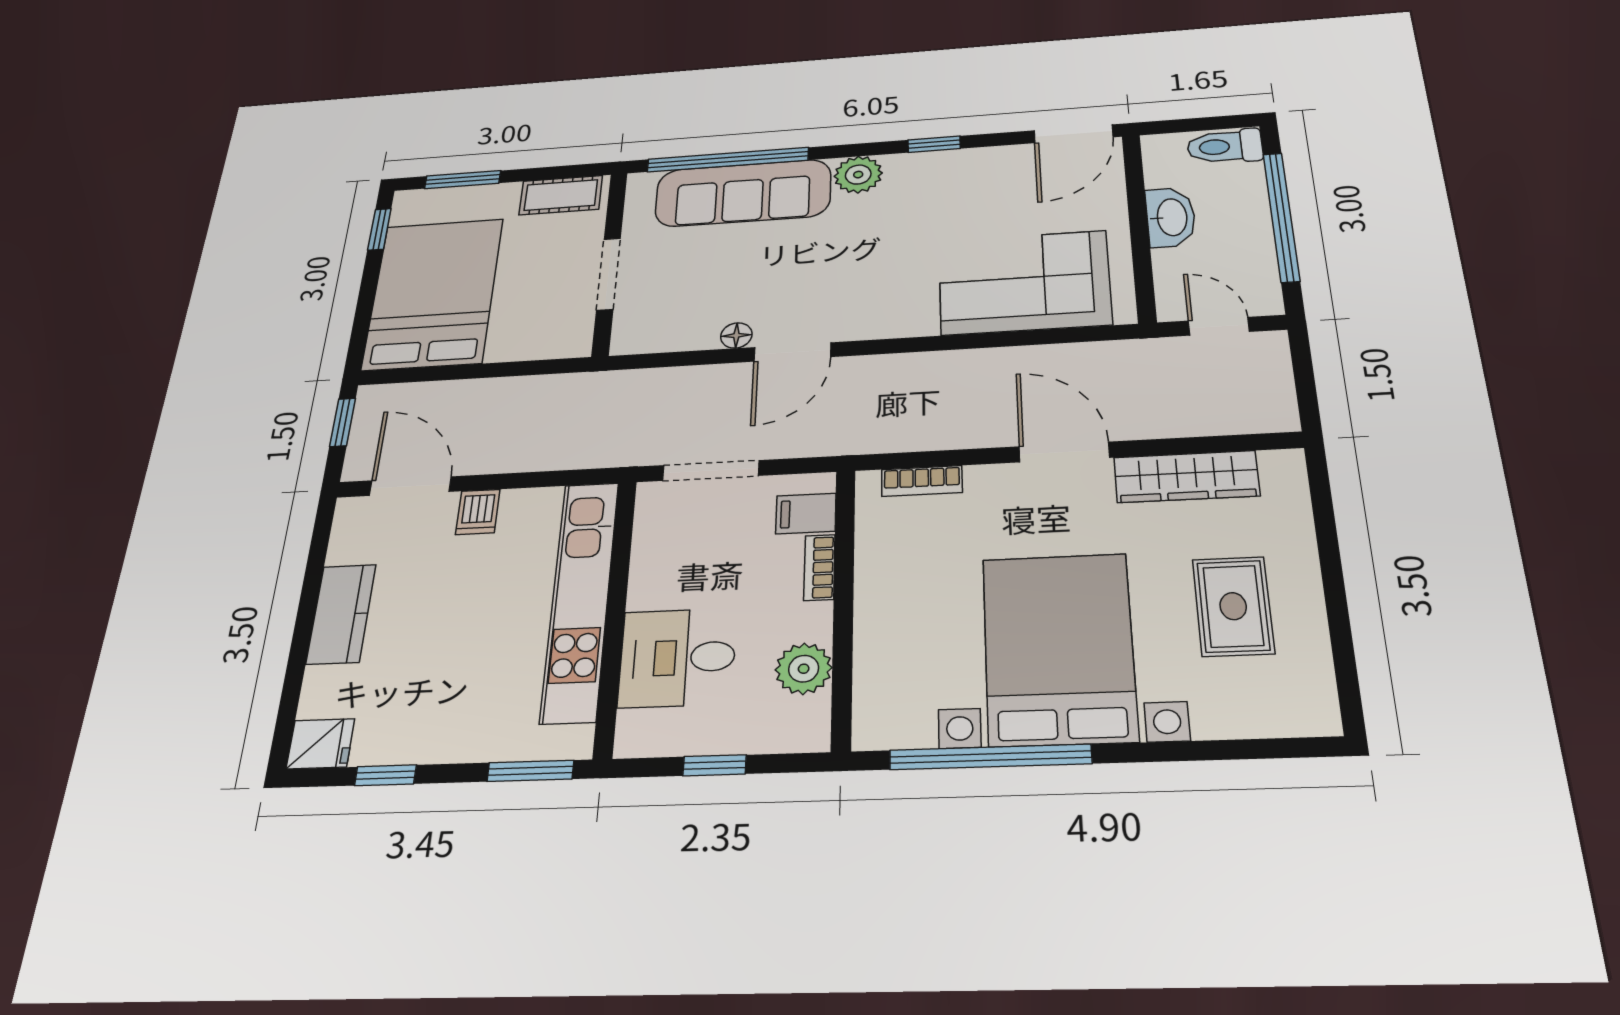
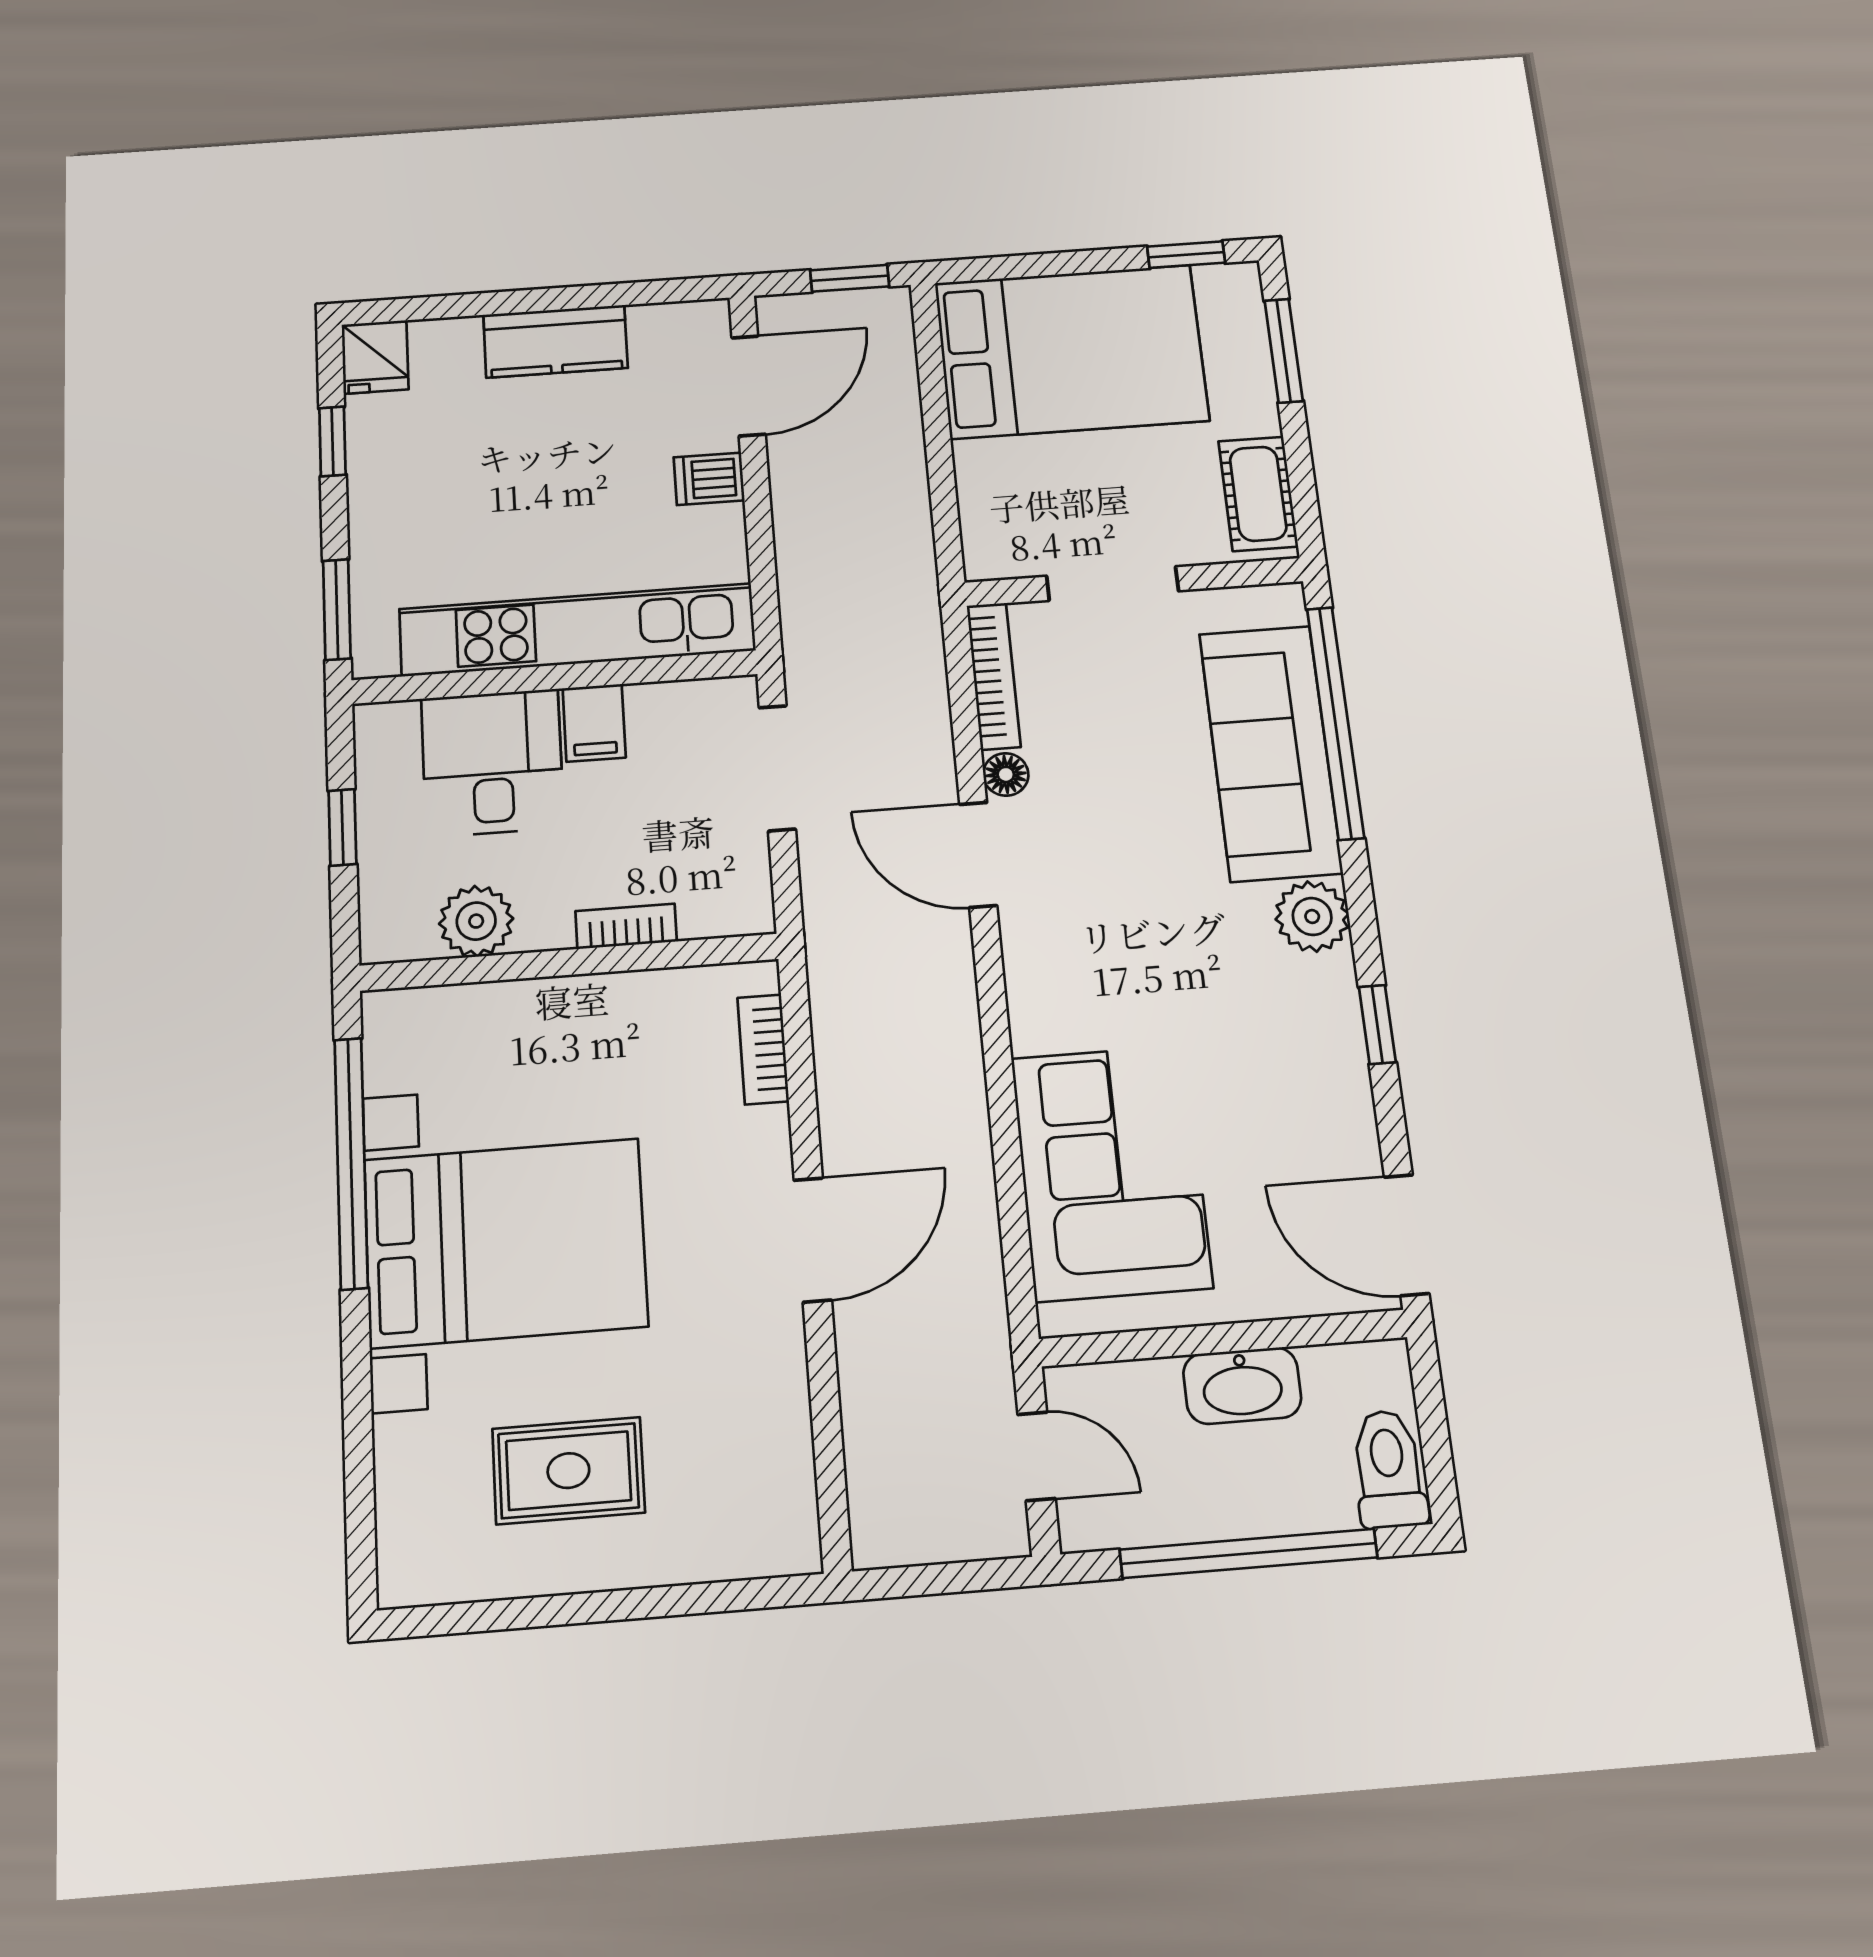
door: (1219, 326) -> (1036, 1456), hinge flipped
bookcase: (663, 341) -> (993, 676), added
wardrobe: (1186, 477) -> (774, 1409), removed
filing cabinet: (806, 513) -> (594, 723), moved, turned 180

